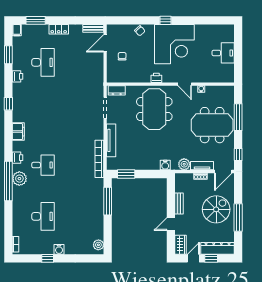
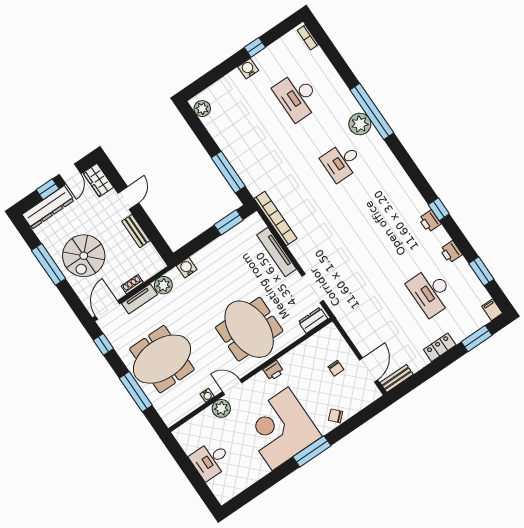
window: (166, 20) -> (312, 451), width x2.17
plant: (198, 77) -> (221, 408), added
filing cabinet: (18, 132) -> (402, 183), removed
printer: (18, 158) -> (430, 221), moved

